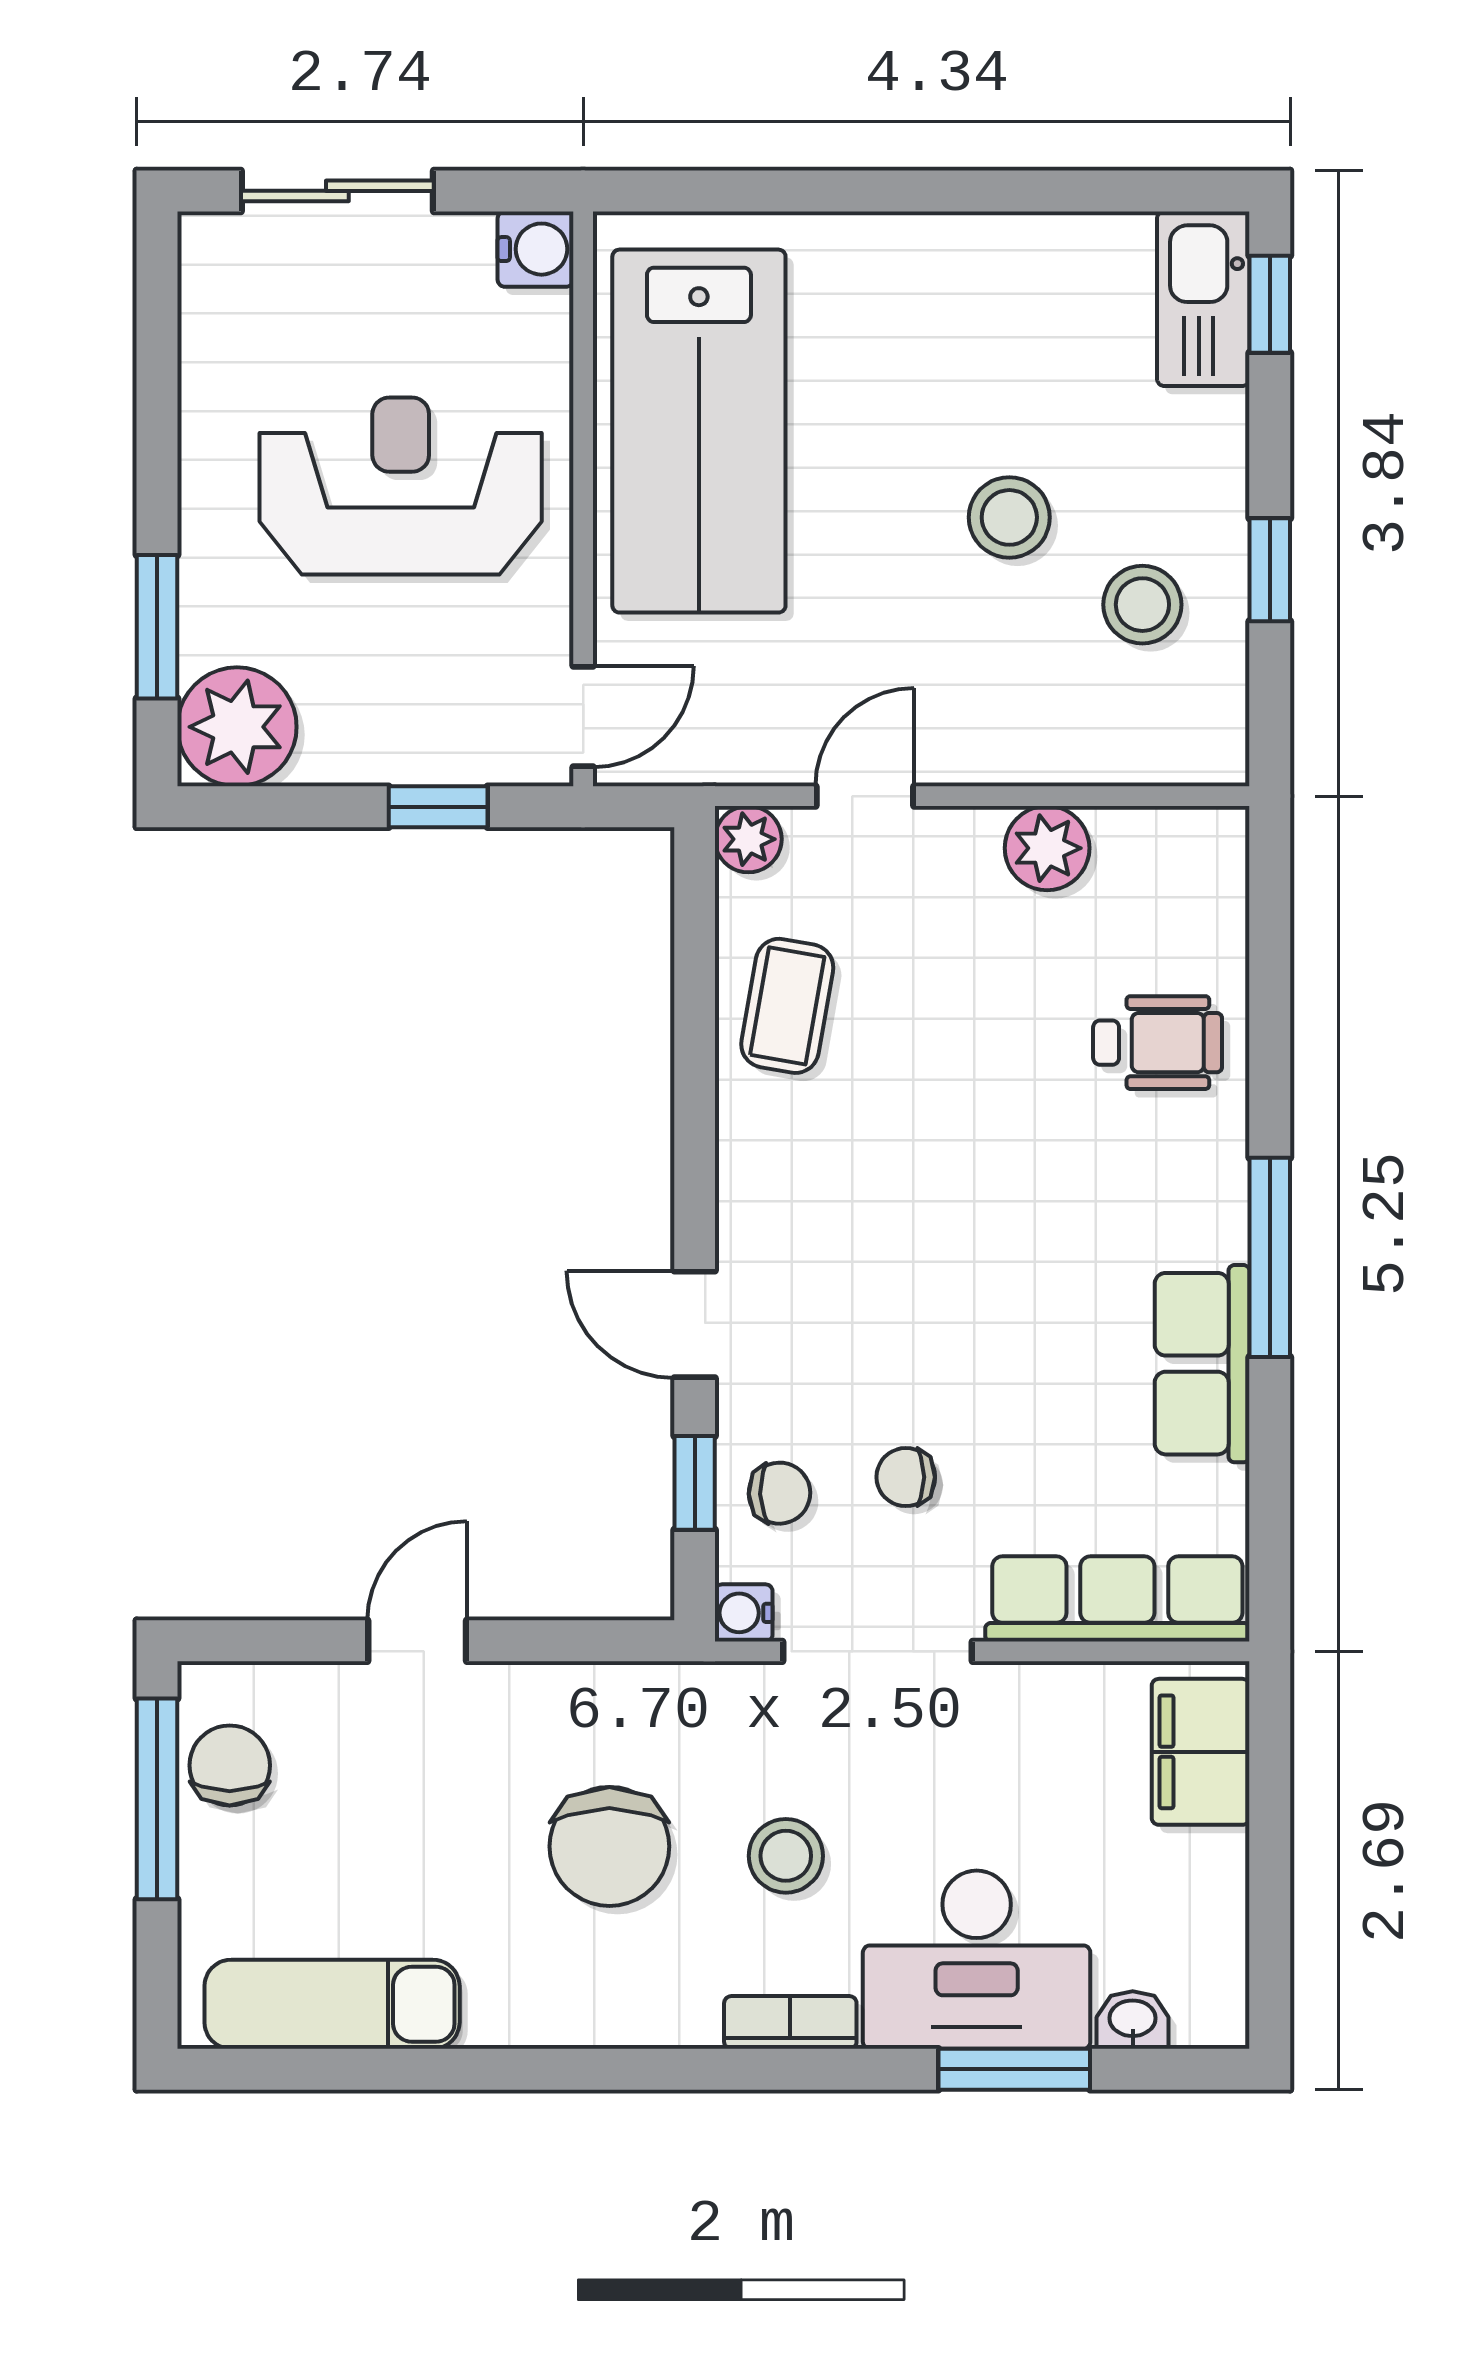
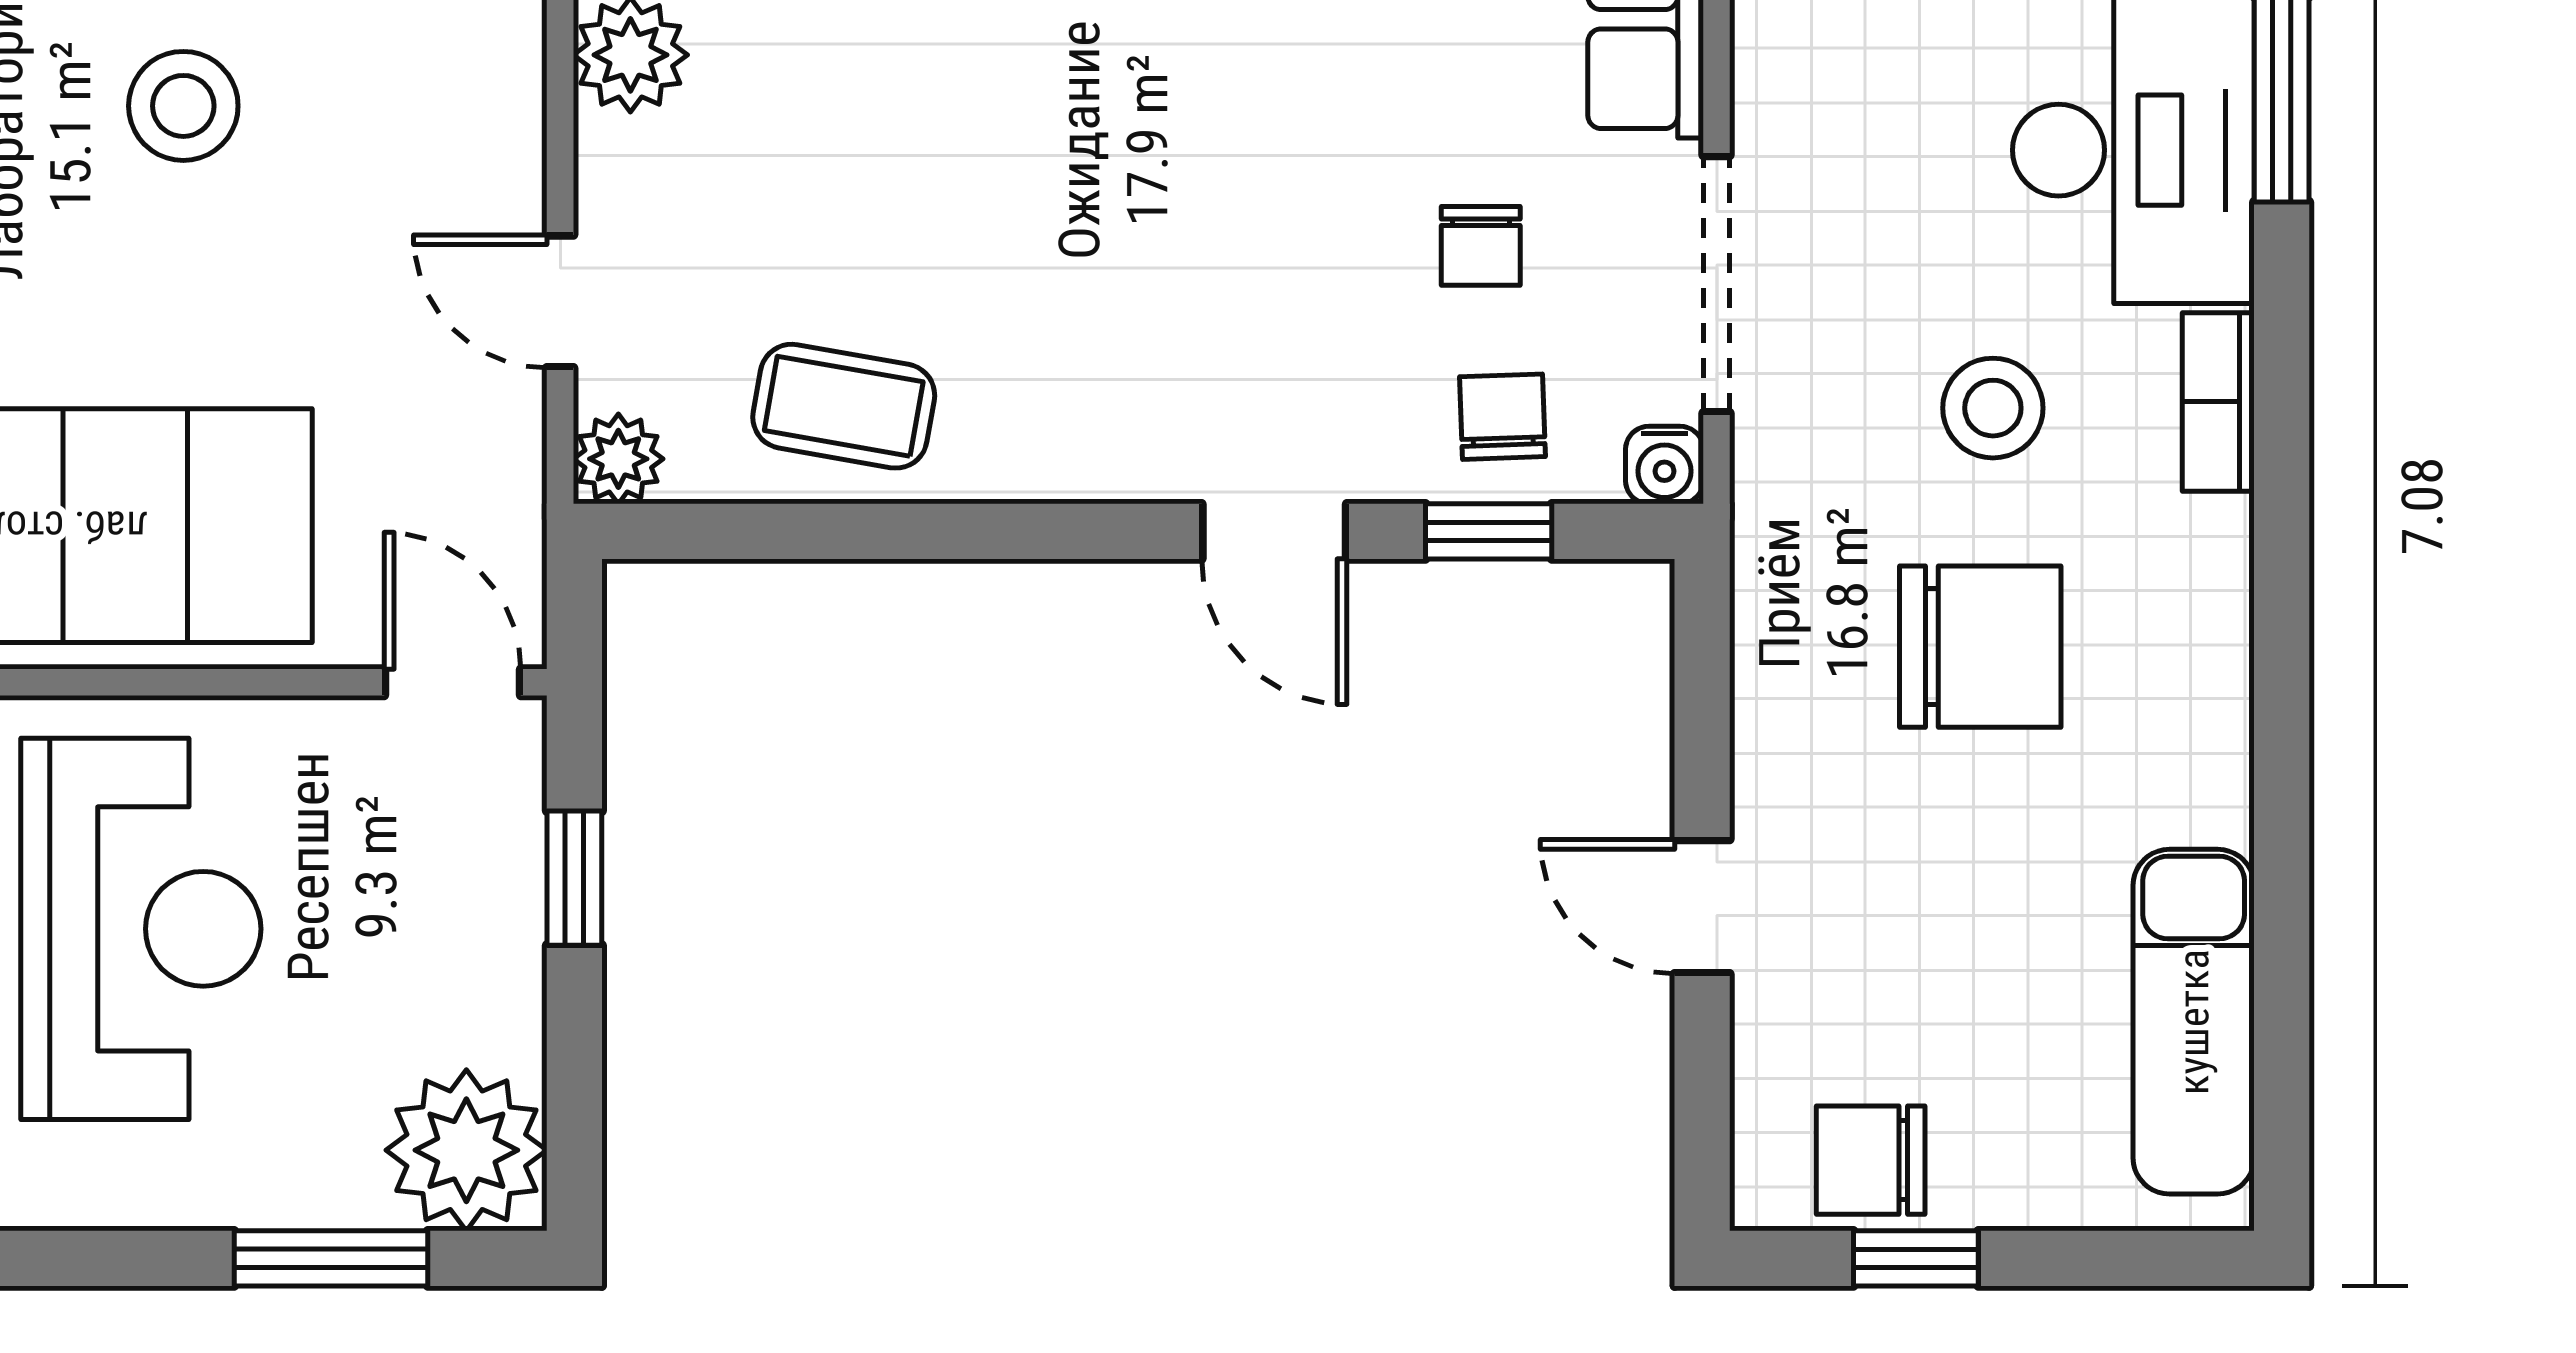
reception desk: (401, 486) -> (141, 929), turned 180
door: (695, 1324) -> (1274, 531), hinge flipped
window: (157, 1799) -> (1916, 1258), width x0.46

